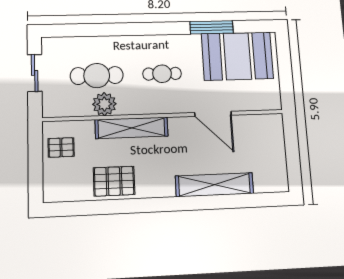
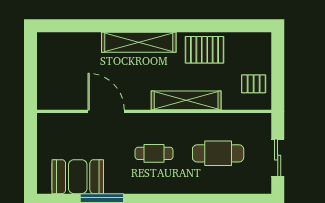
booth: (237, 56) -> (78, 177), width x0.73, depth x0.70
plant: (104, 104) -> (211, 125), removed
shelving: (214, 185) -> (139, 42), moved

